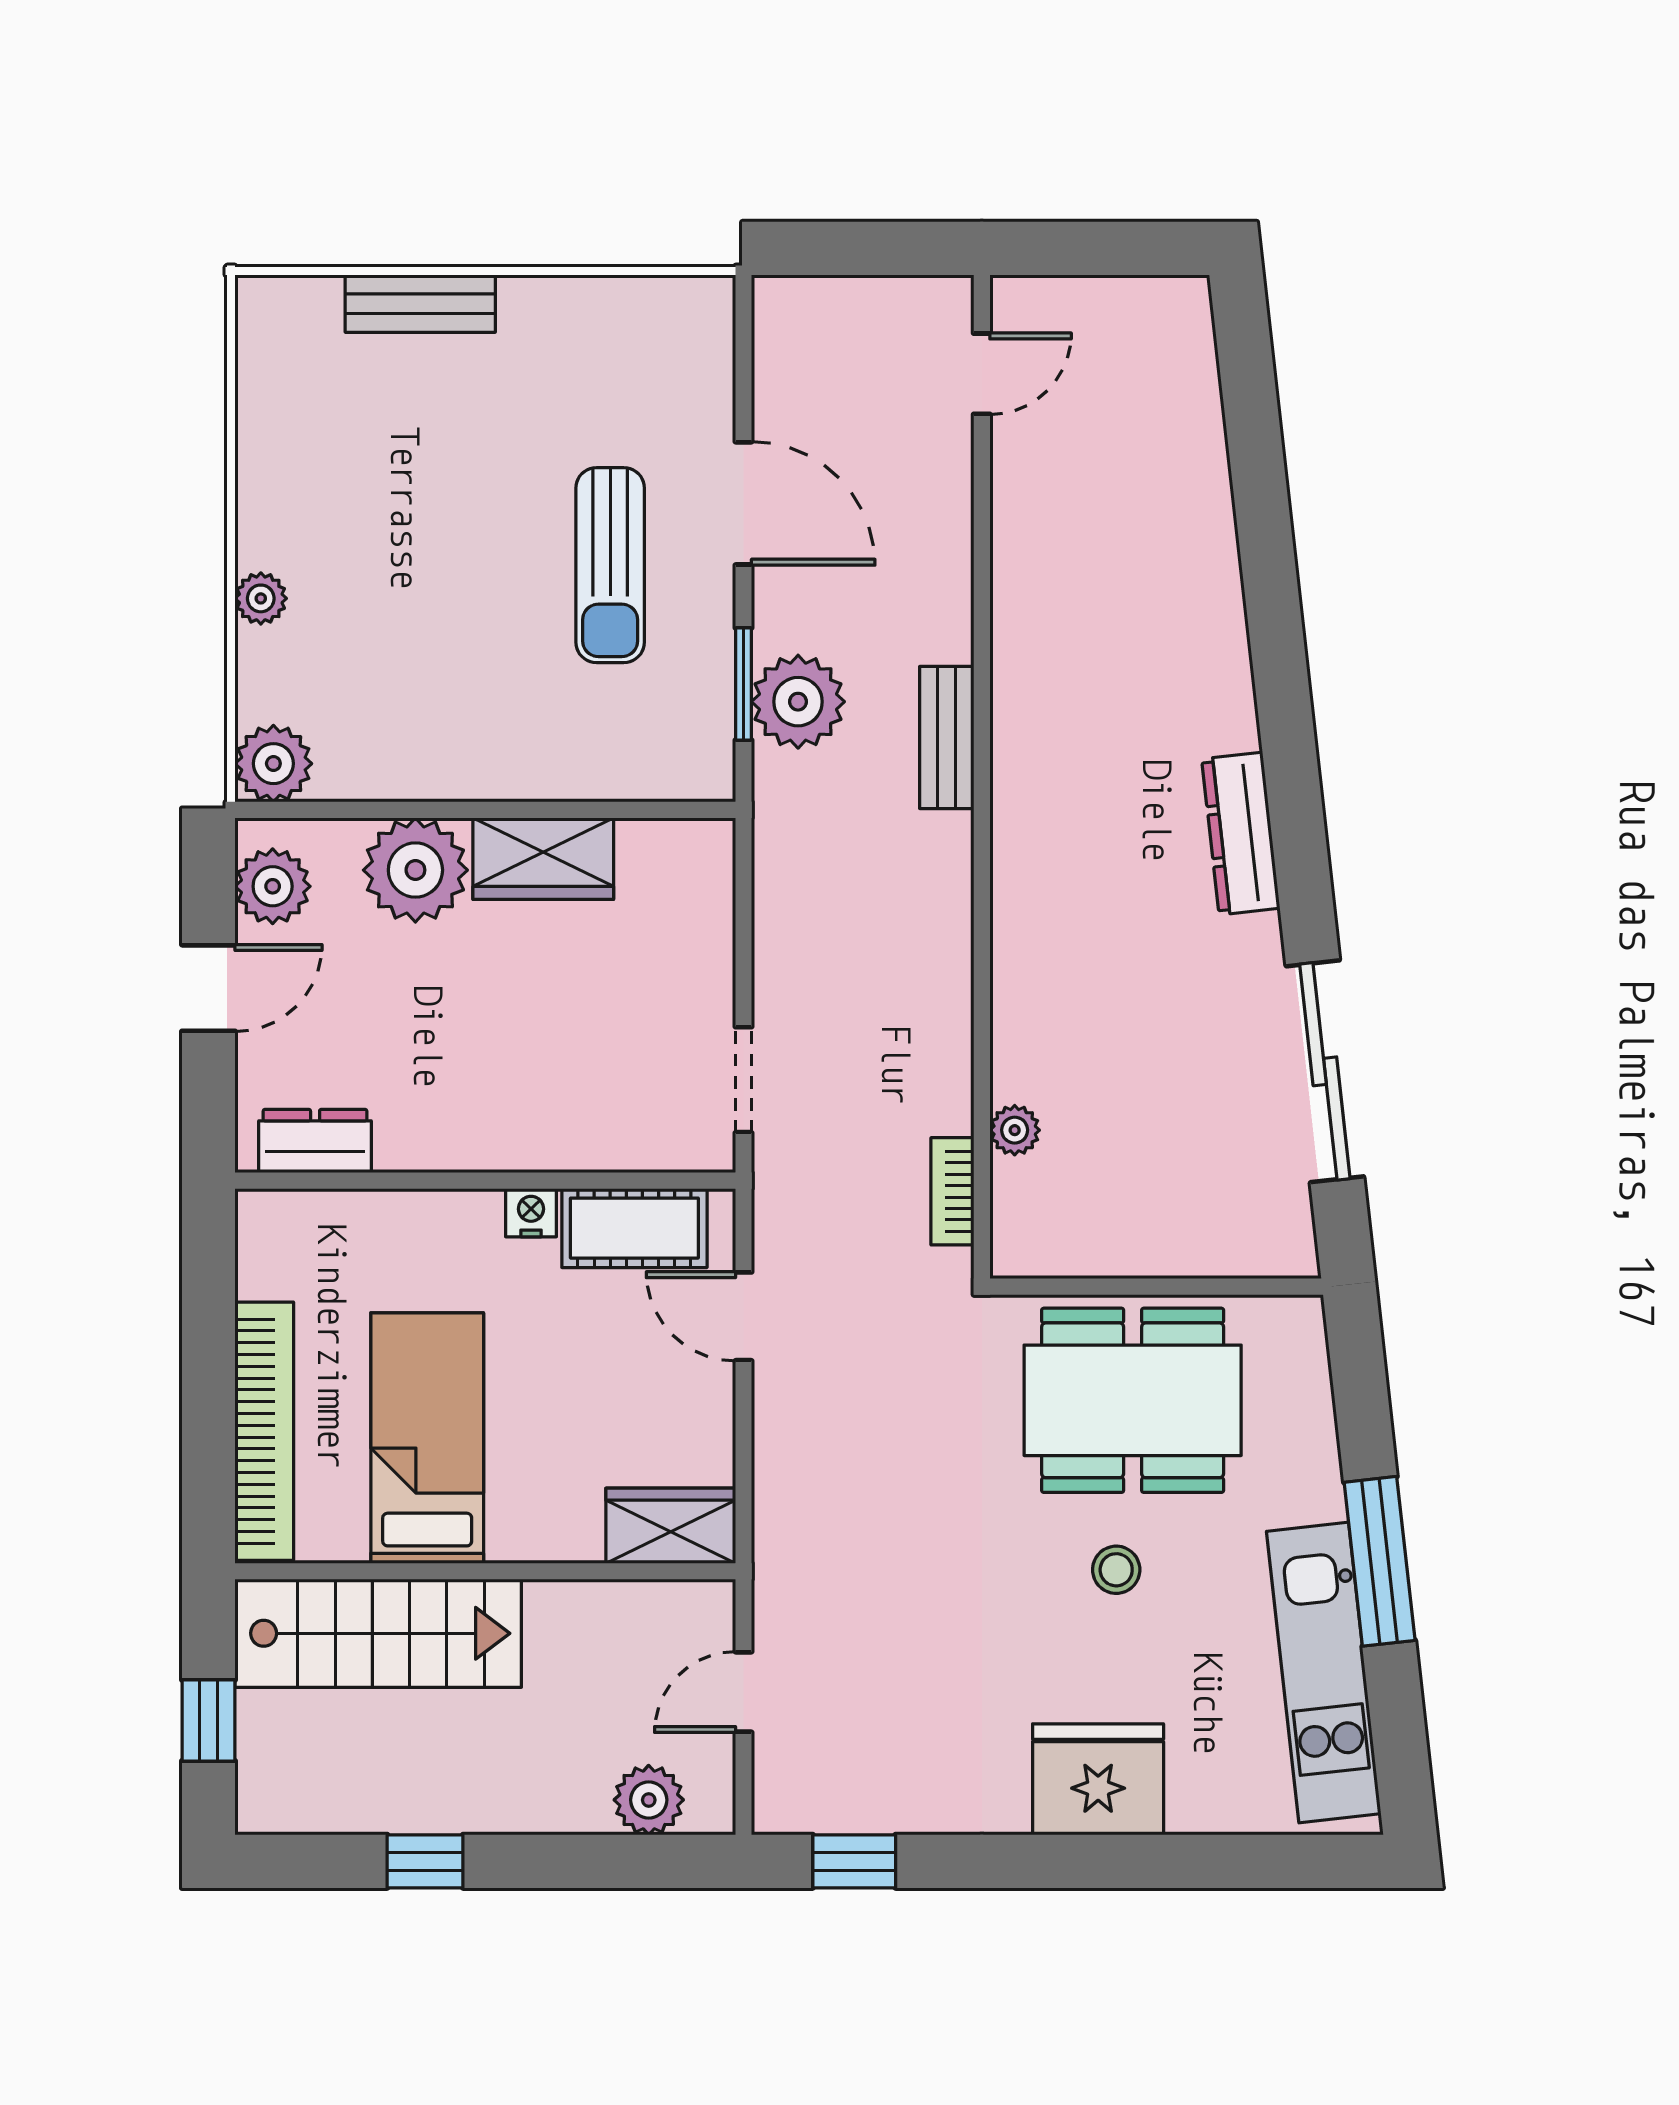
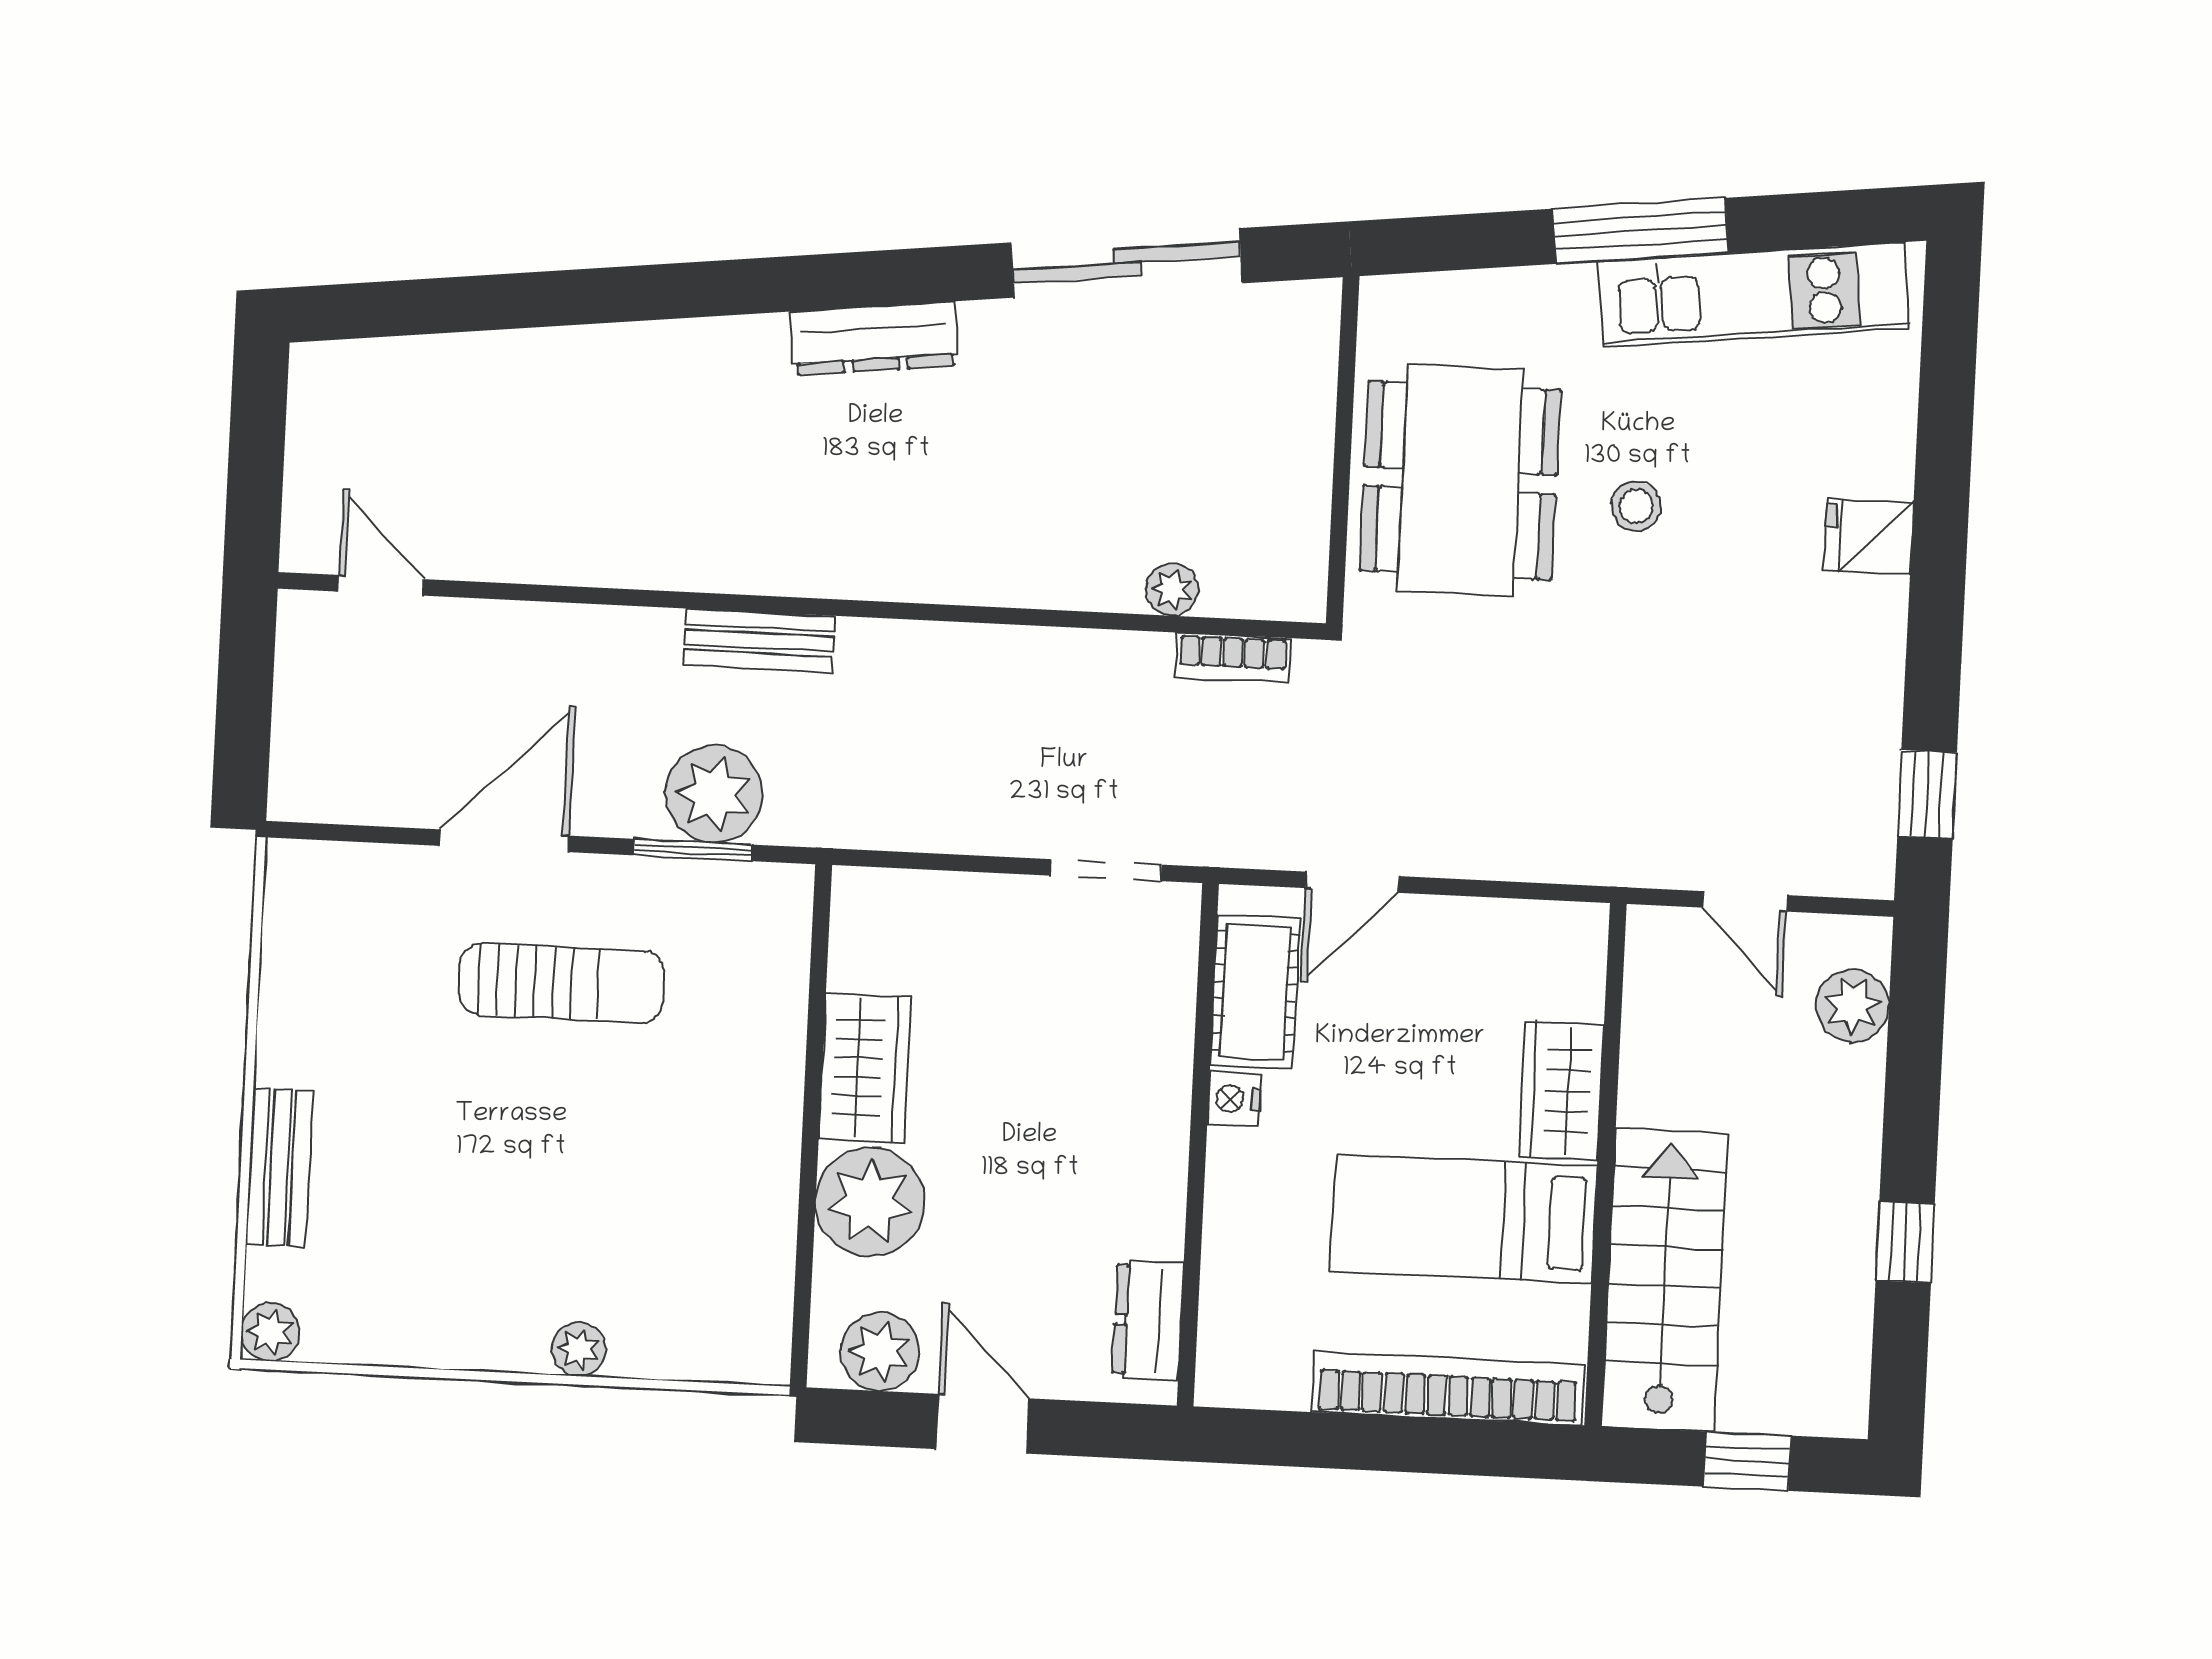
plant: (273, 764) -> (270, 1332), moved, width x0.73, depth x0.73
wardrobe: (671, 1526) -> (1561, 1091), moved
fridge: (1098, 1779) -> (1869, 536), width x0.53, depth x0.75

